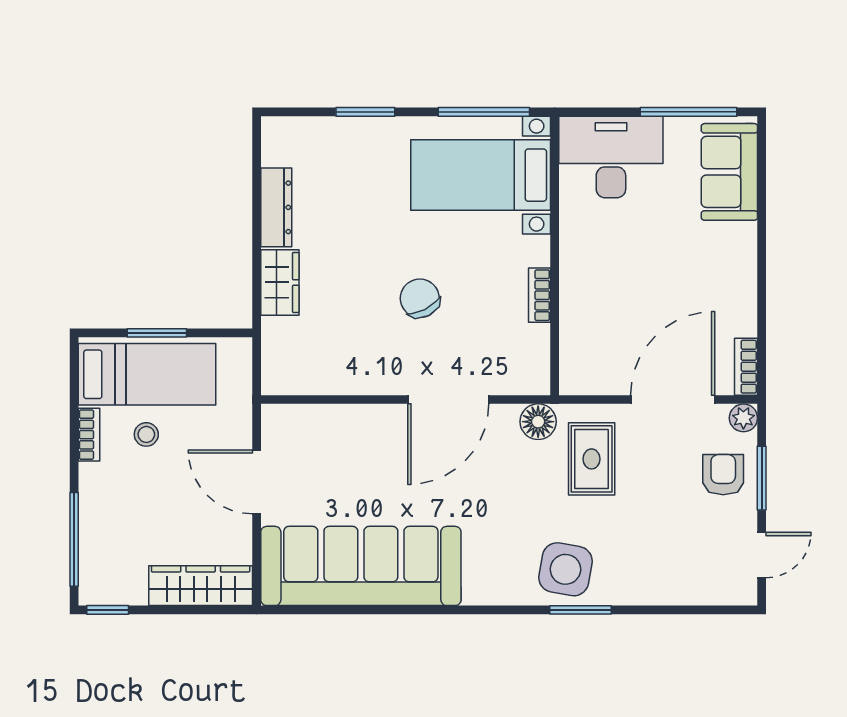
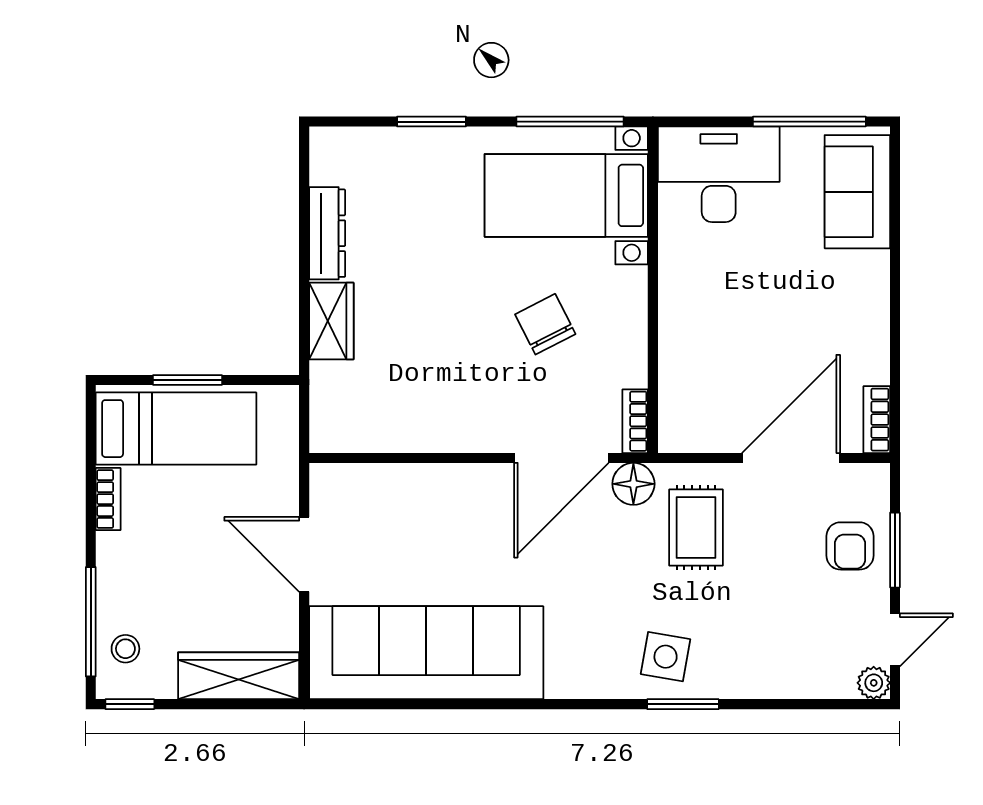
bookcase: (540, 295) -> (635, 421), moved
chair: (420, 298) -> (545, 324), moved
door: (448, 399) -> (561, 458), moved
plant: (743, 418) -> (874, 683), moved
stool: (146, 434) -> (125, 649), moved
armchair: (723, 475) -> (850, 546), turned 180
side table: (565, 569) -> (666, 657), width x0.73, depth x0.73

